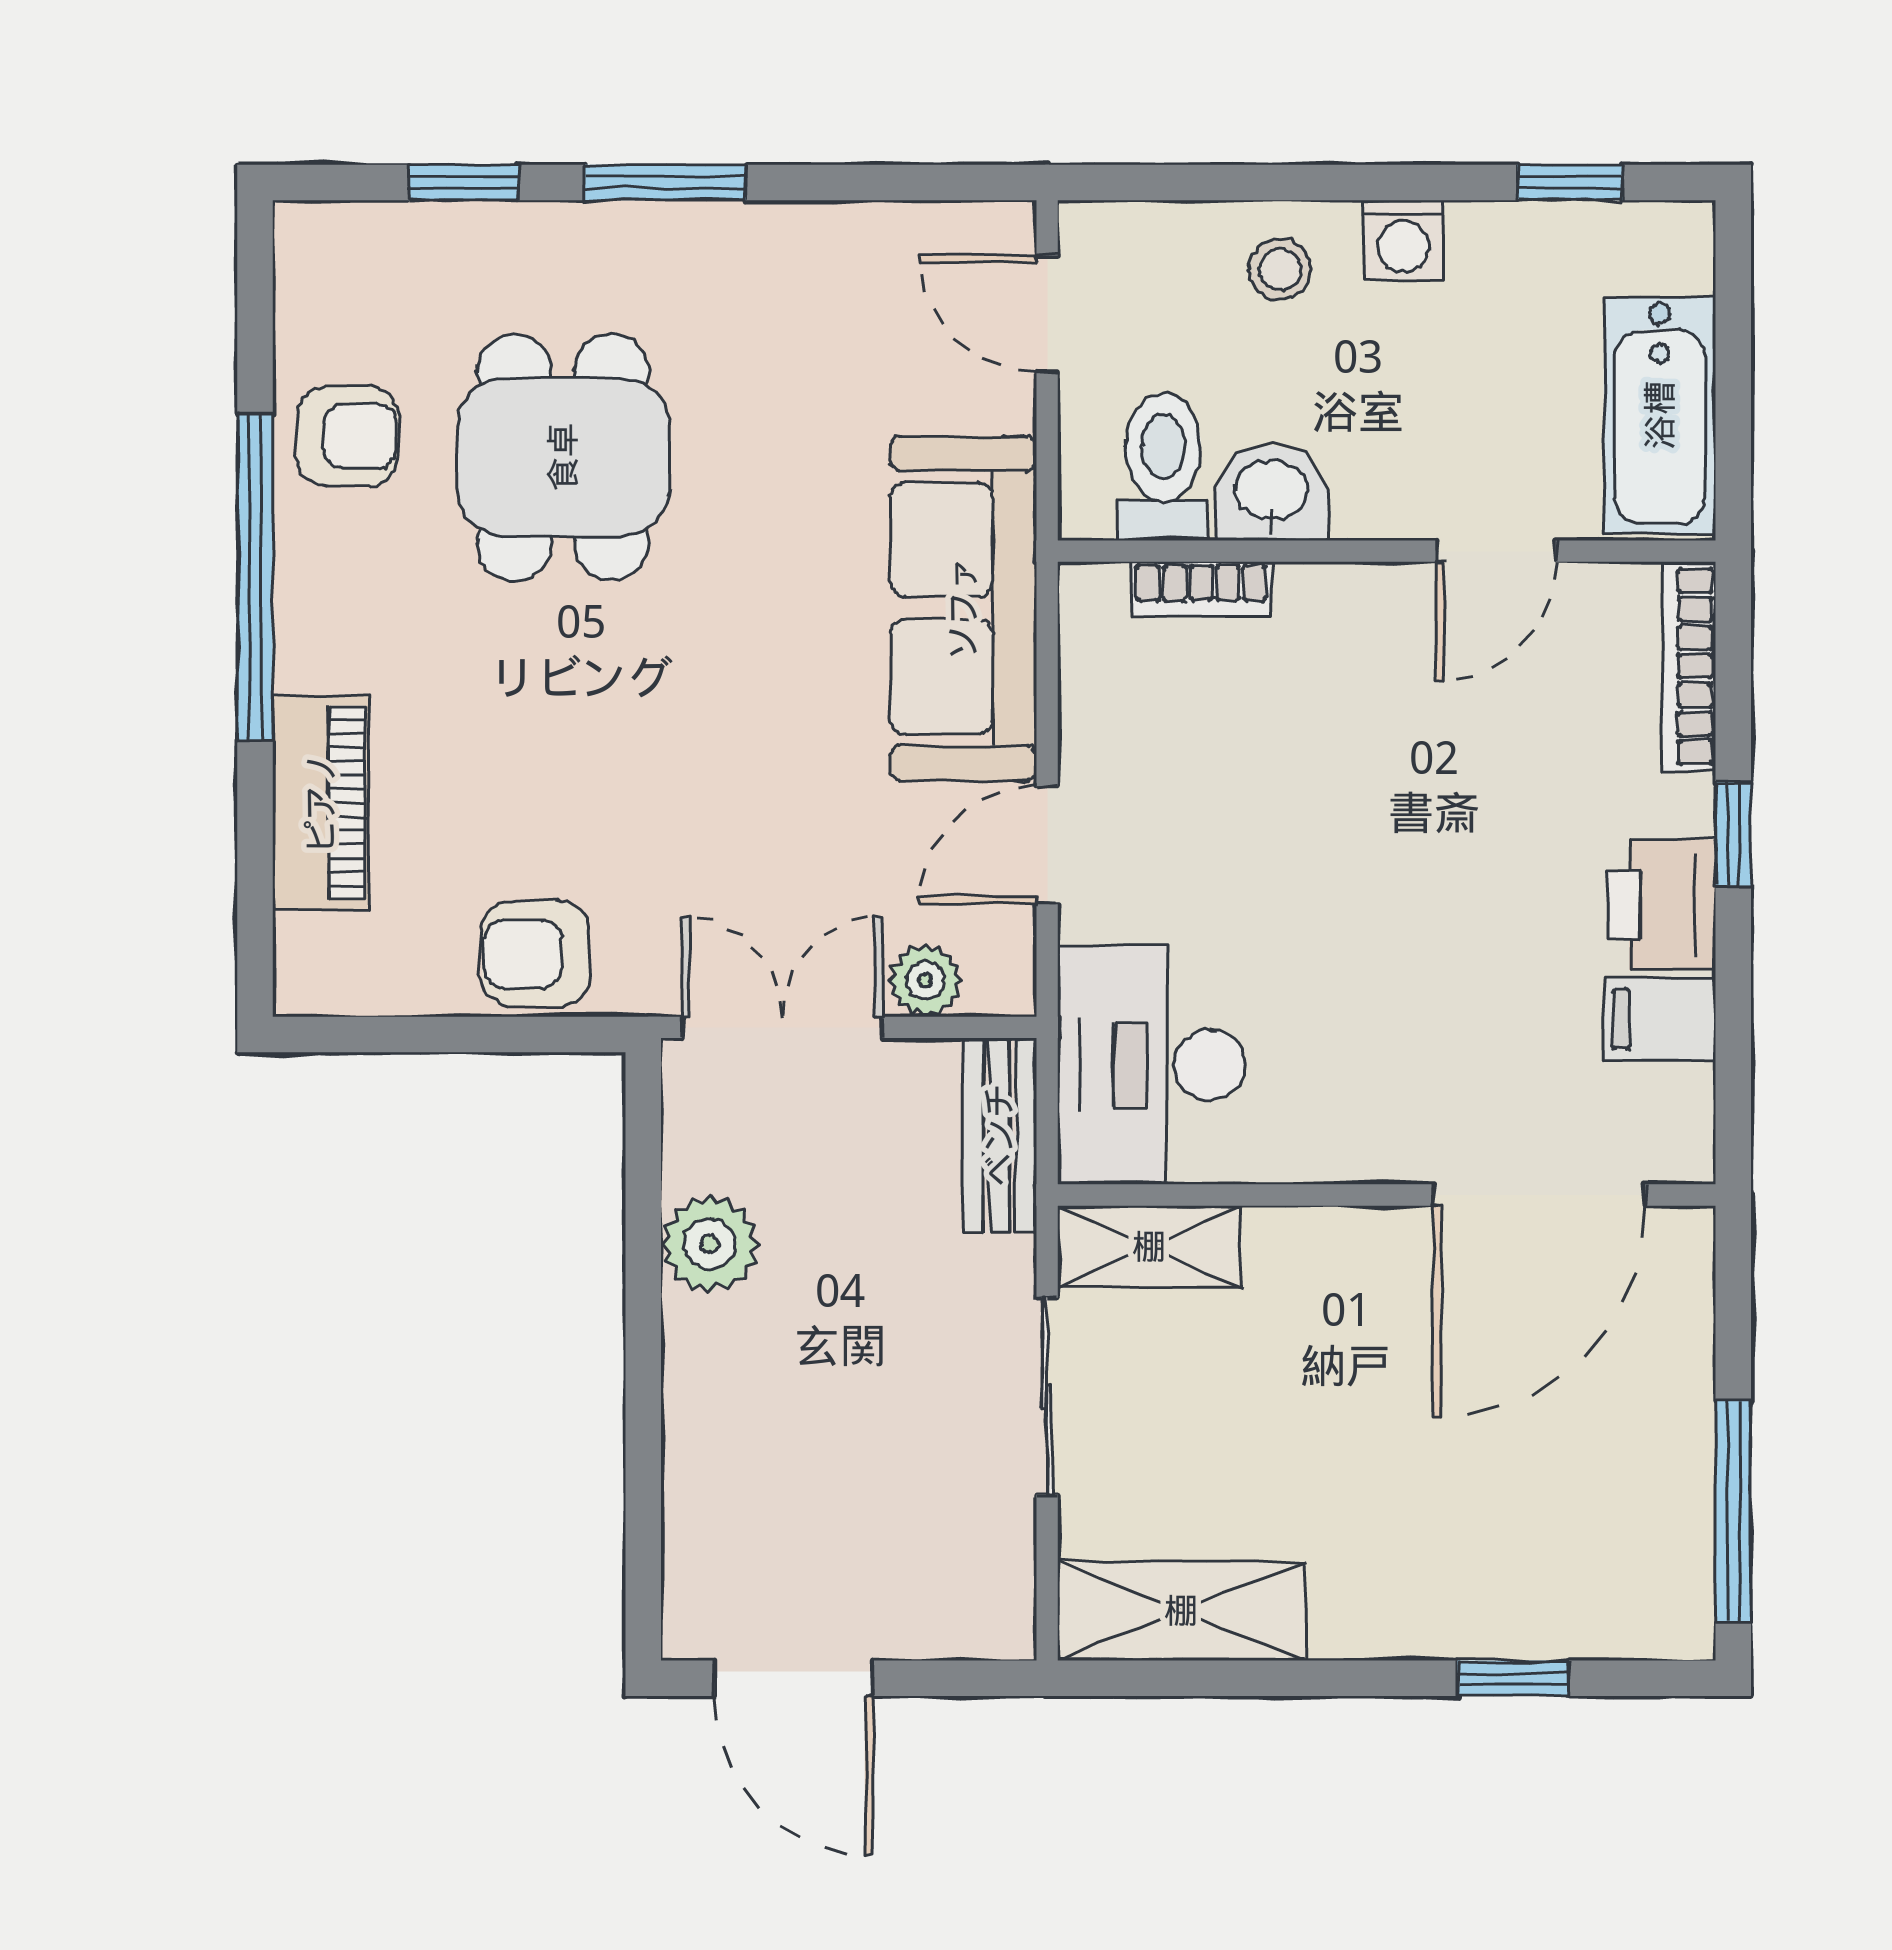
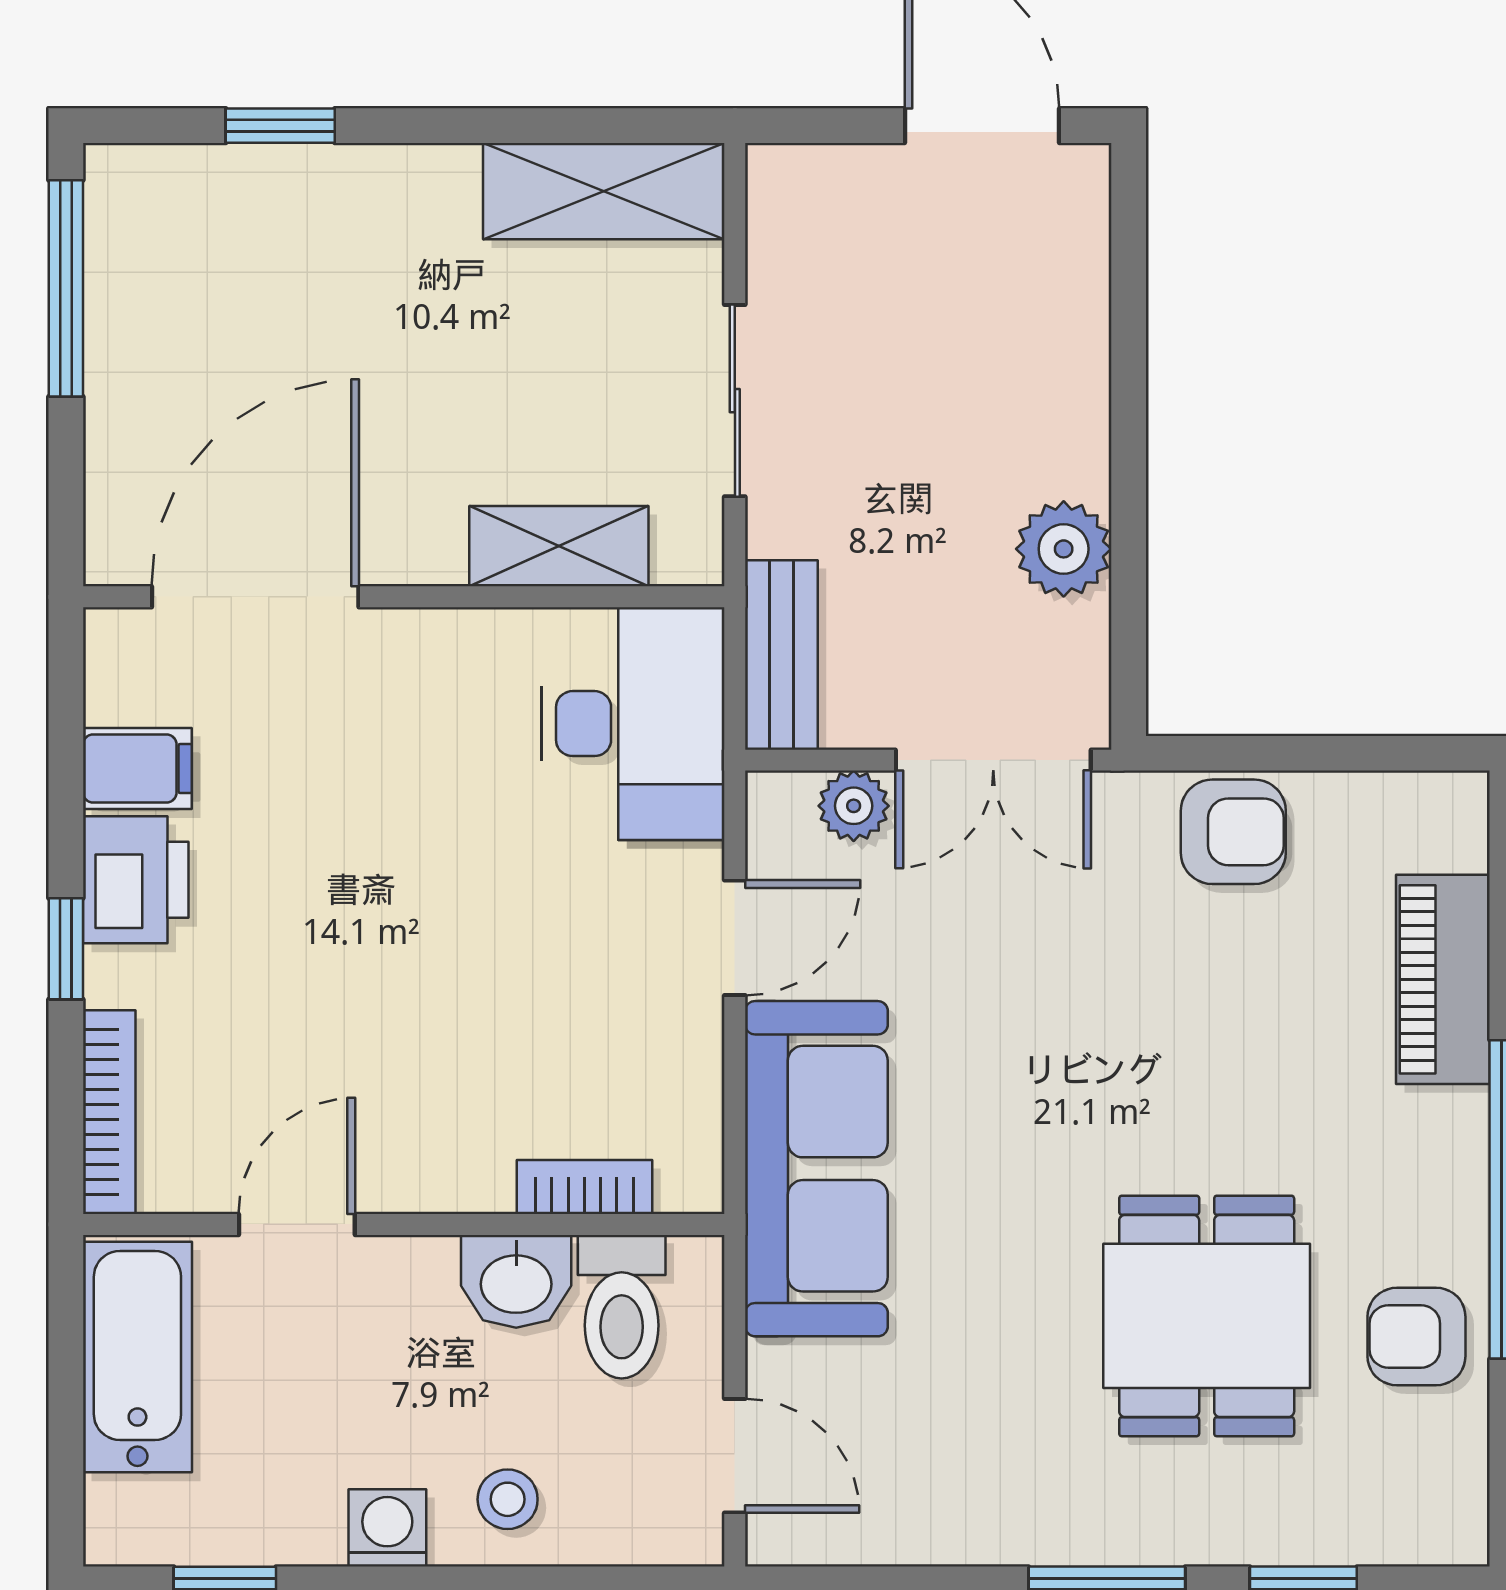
shelving: (1149, 1247) -> (559, 546), moved

